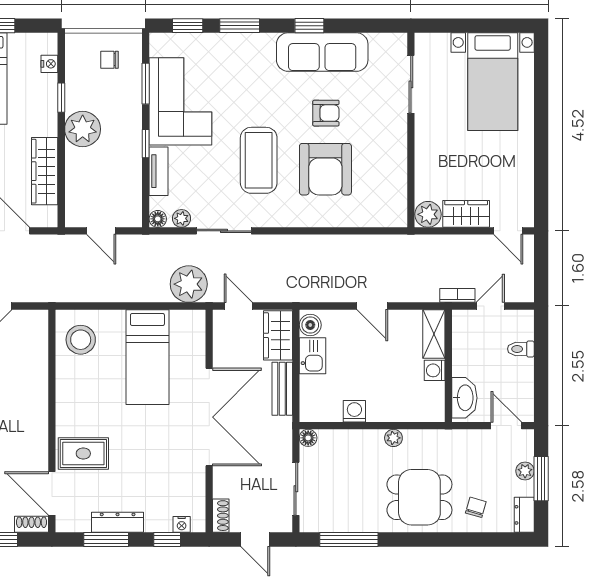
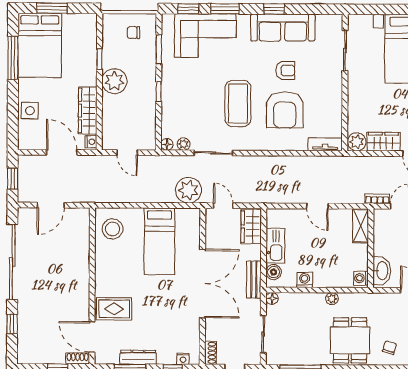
nightstand: (49, 64) -> (91, 142), moved
corner sofa: (180, 101) -> (205, 36), moved, turned 90
tv unit: (159, 171) -> (325, 144), moved, turned -90
boiler: (310, 325) -> (274, 272), moved
kitchen sink: (313, 356) -> (275, 246), width x1.38
washing machine: (435, 370) -> (361, 278), moved
bench: (282, 389) -> (254, 279), moved
dining table: (419, 497) -> (350, 340), turned 90

